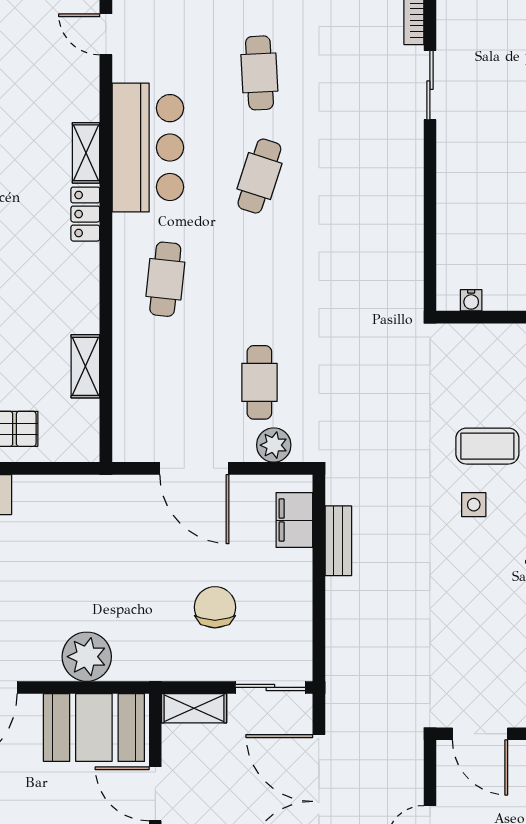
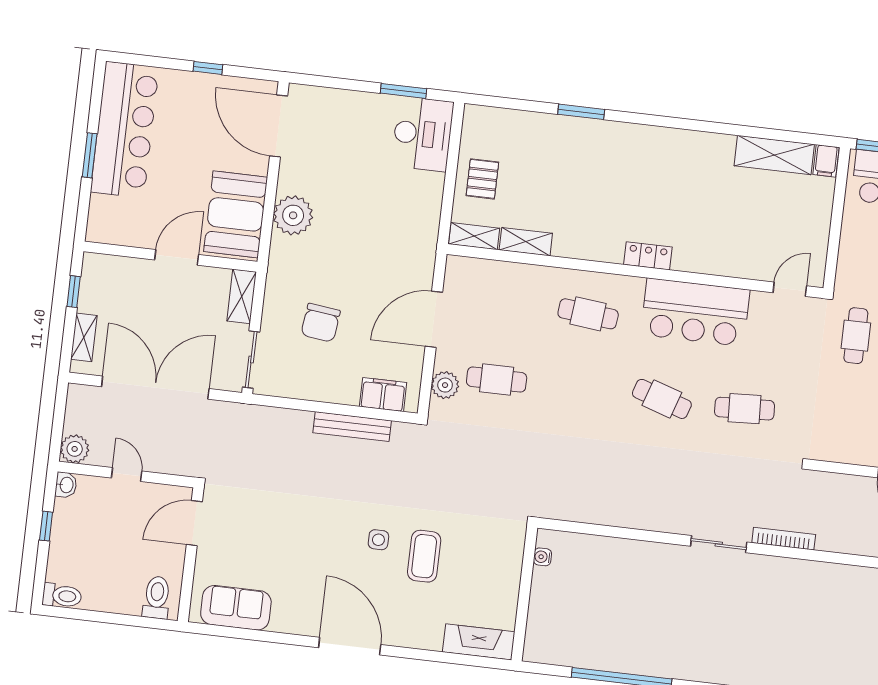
shelving: (86, 153) -> (474, 236), moved
bench: (338, 541) -> (352, 427), width x1.36
chair: (215, 607) -> (321, 323), turned 97

